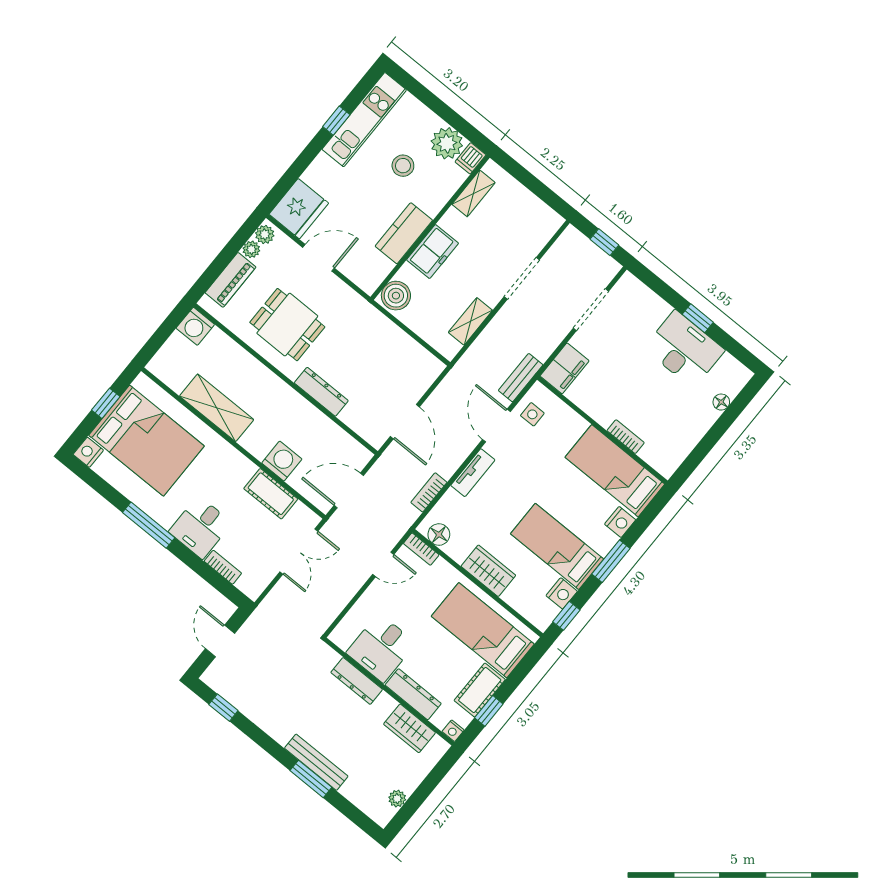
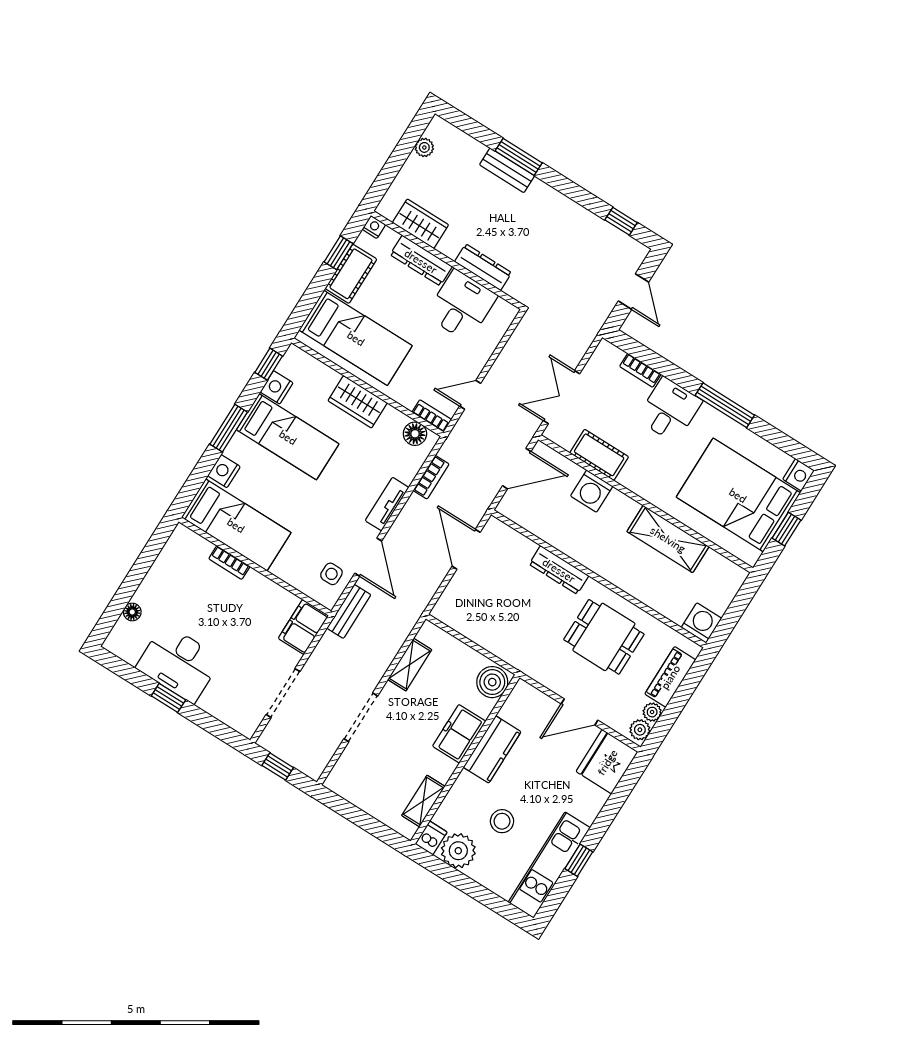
bench: (316, 762) -> (507, 170), width x0.73

